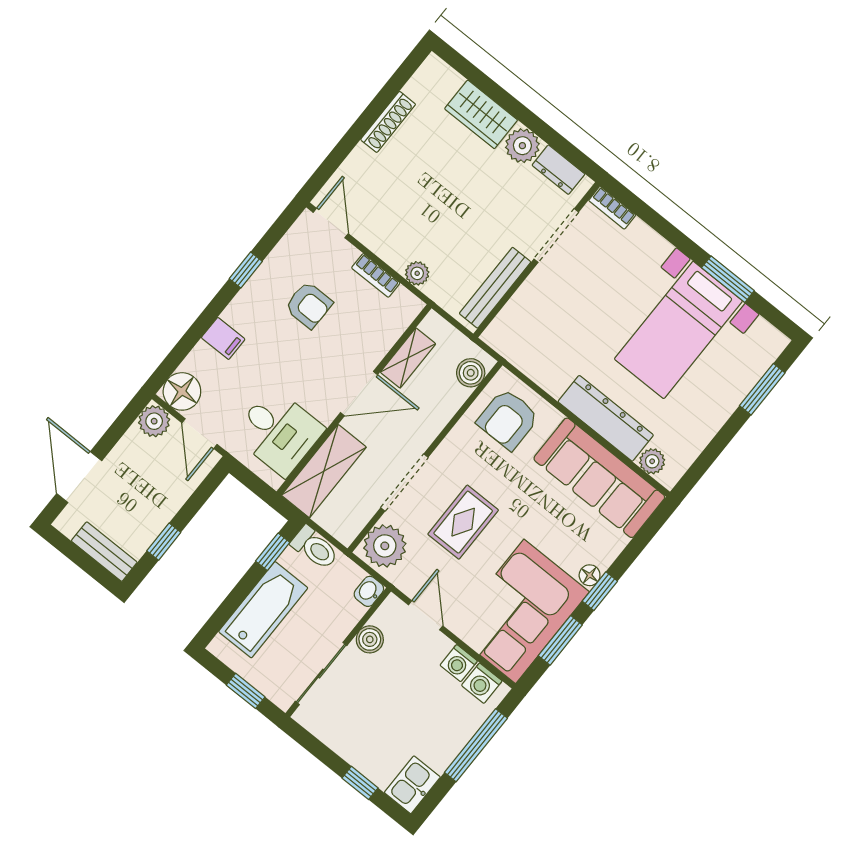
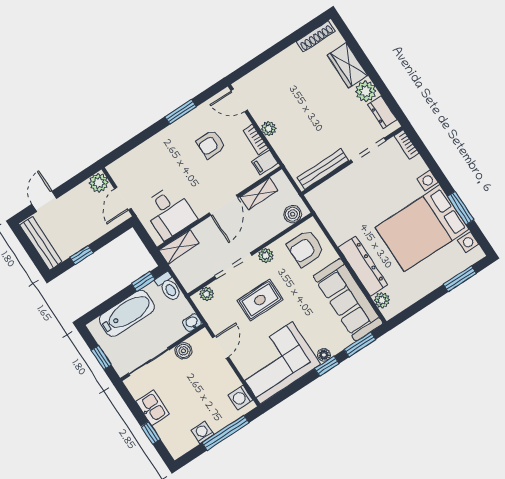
shoe rack: (388, 122) -> (316, 36), moved
door: (331, 223) -> (239, 100), swing flipped
window: (246, 270) -> (181, 112), width x1.50
plant: (417, 273) -> (269, 129), moved
armchair: (309, 305) -> (211, 144), turned 90
bed with nightstands: (678, 330) -> (422, 228), width x1.36
filing cabinet: (223, 338) -> (265, 162), moved, turned 90
floor lamp: (182, 391) -> (120, 171), removed
door: (359, 394) -> (223, 205), hinge flipped
plant: (450, 450) -> (266, 256), added
shelving: (324, 471) -> (179, 247), width x0.67, depth x0.75
door: (79, 477) -> (44, 201), width x0.73
plant: (385, 546) -> (206, 294), width x0.53, depth x0.53
bench: (104, 552) -> (41, 243), width x1.36
window: (560, 640) -> (360, 344), moved
washing machine: (459, 663) -> (203, 432), moved, turned 90
kitchen sink: (412, 785) -> (152, 408), moved, turned 90

